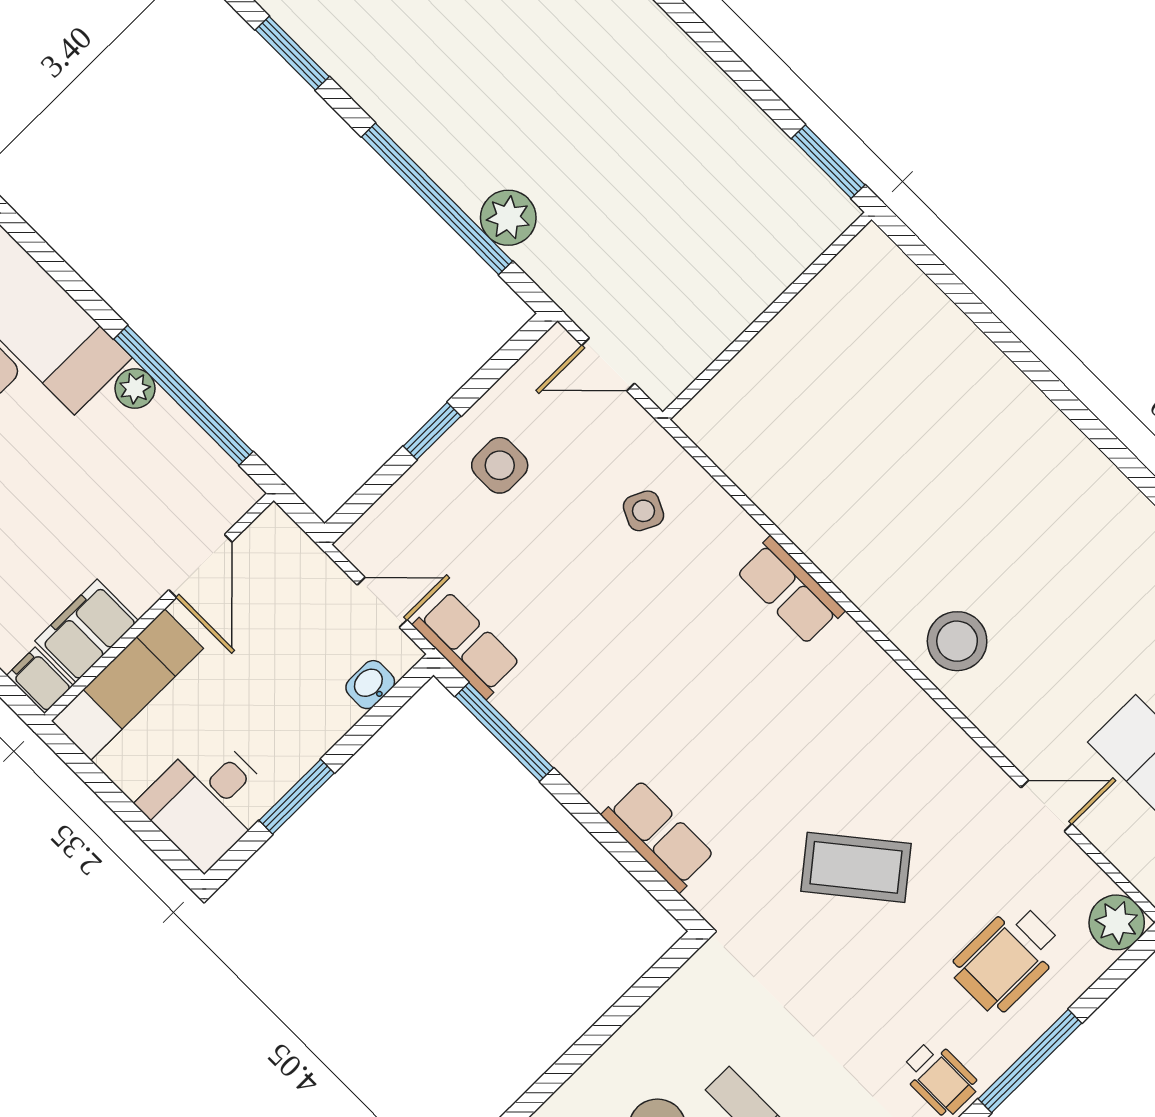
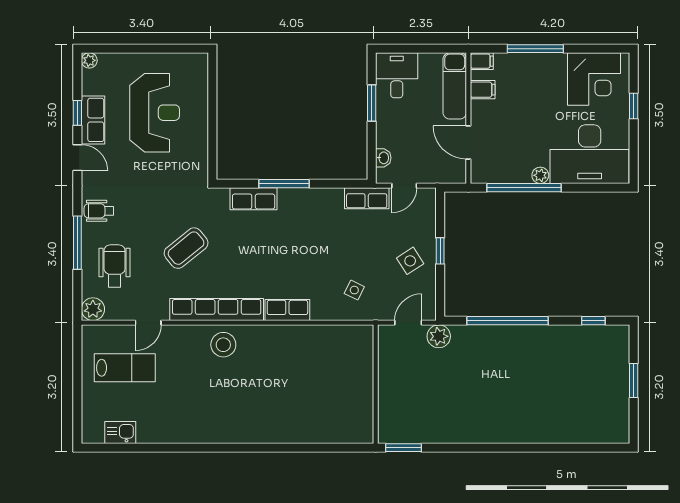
window: (292, 53) -> (593, 321), width x0.67
plant: (508, 218) -> (439, 336), moved
side table: (500, 465) -> (410, 261), turned -33
filing cabinet: (87, 631) -> (483, 90), width x0.50
row of seats: (909, 712) -> (217, 310), added
window: (504, 732) -> (284, 184), moved

